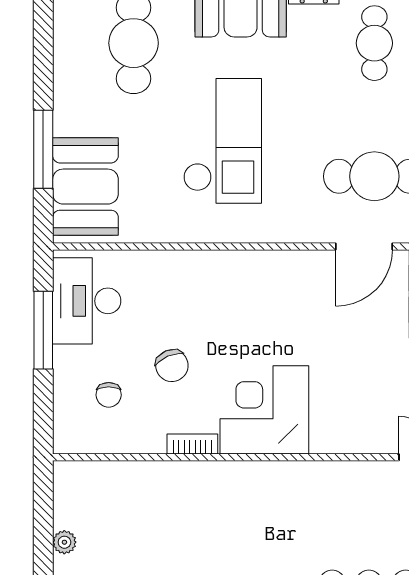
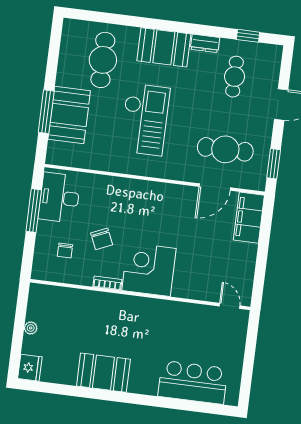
booth: (85, 187) -> (69, 115), moved

